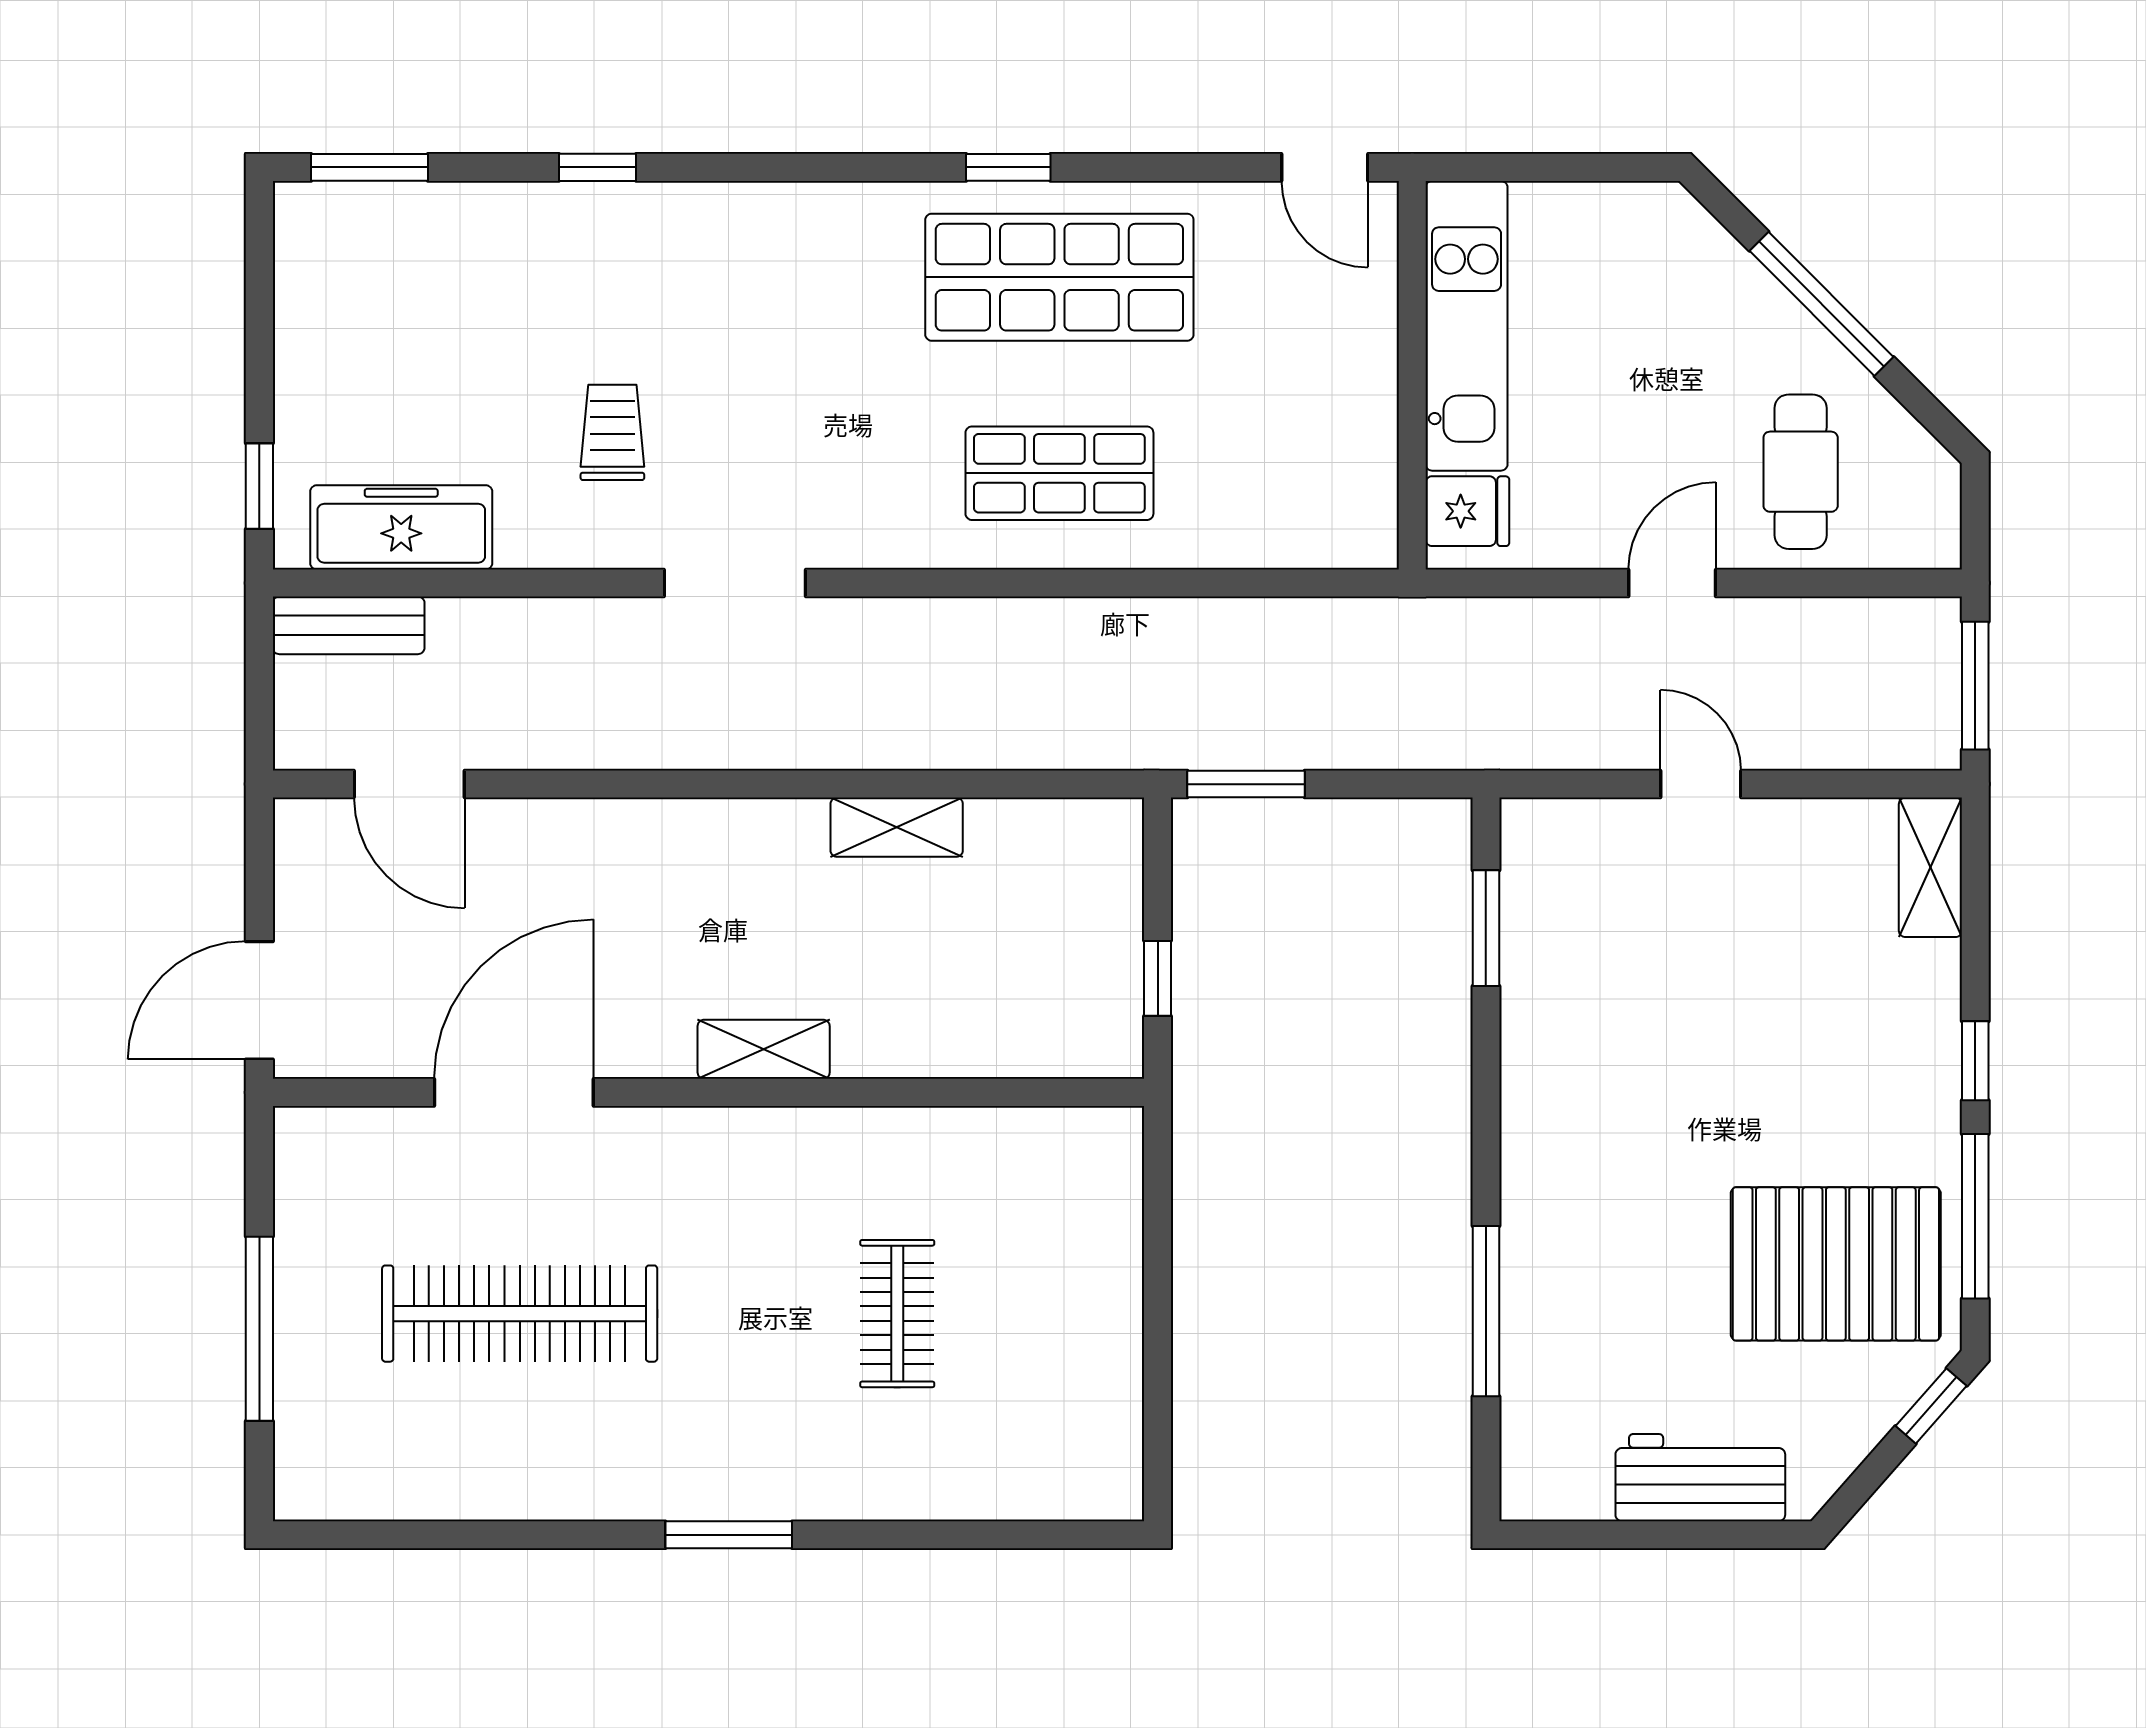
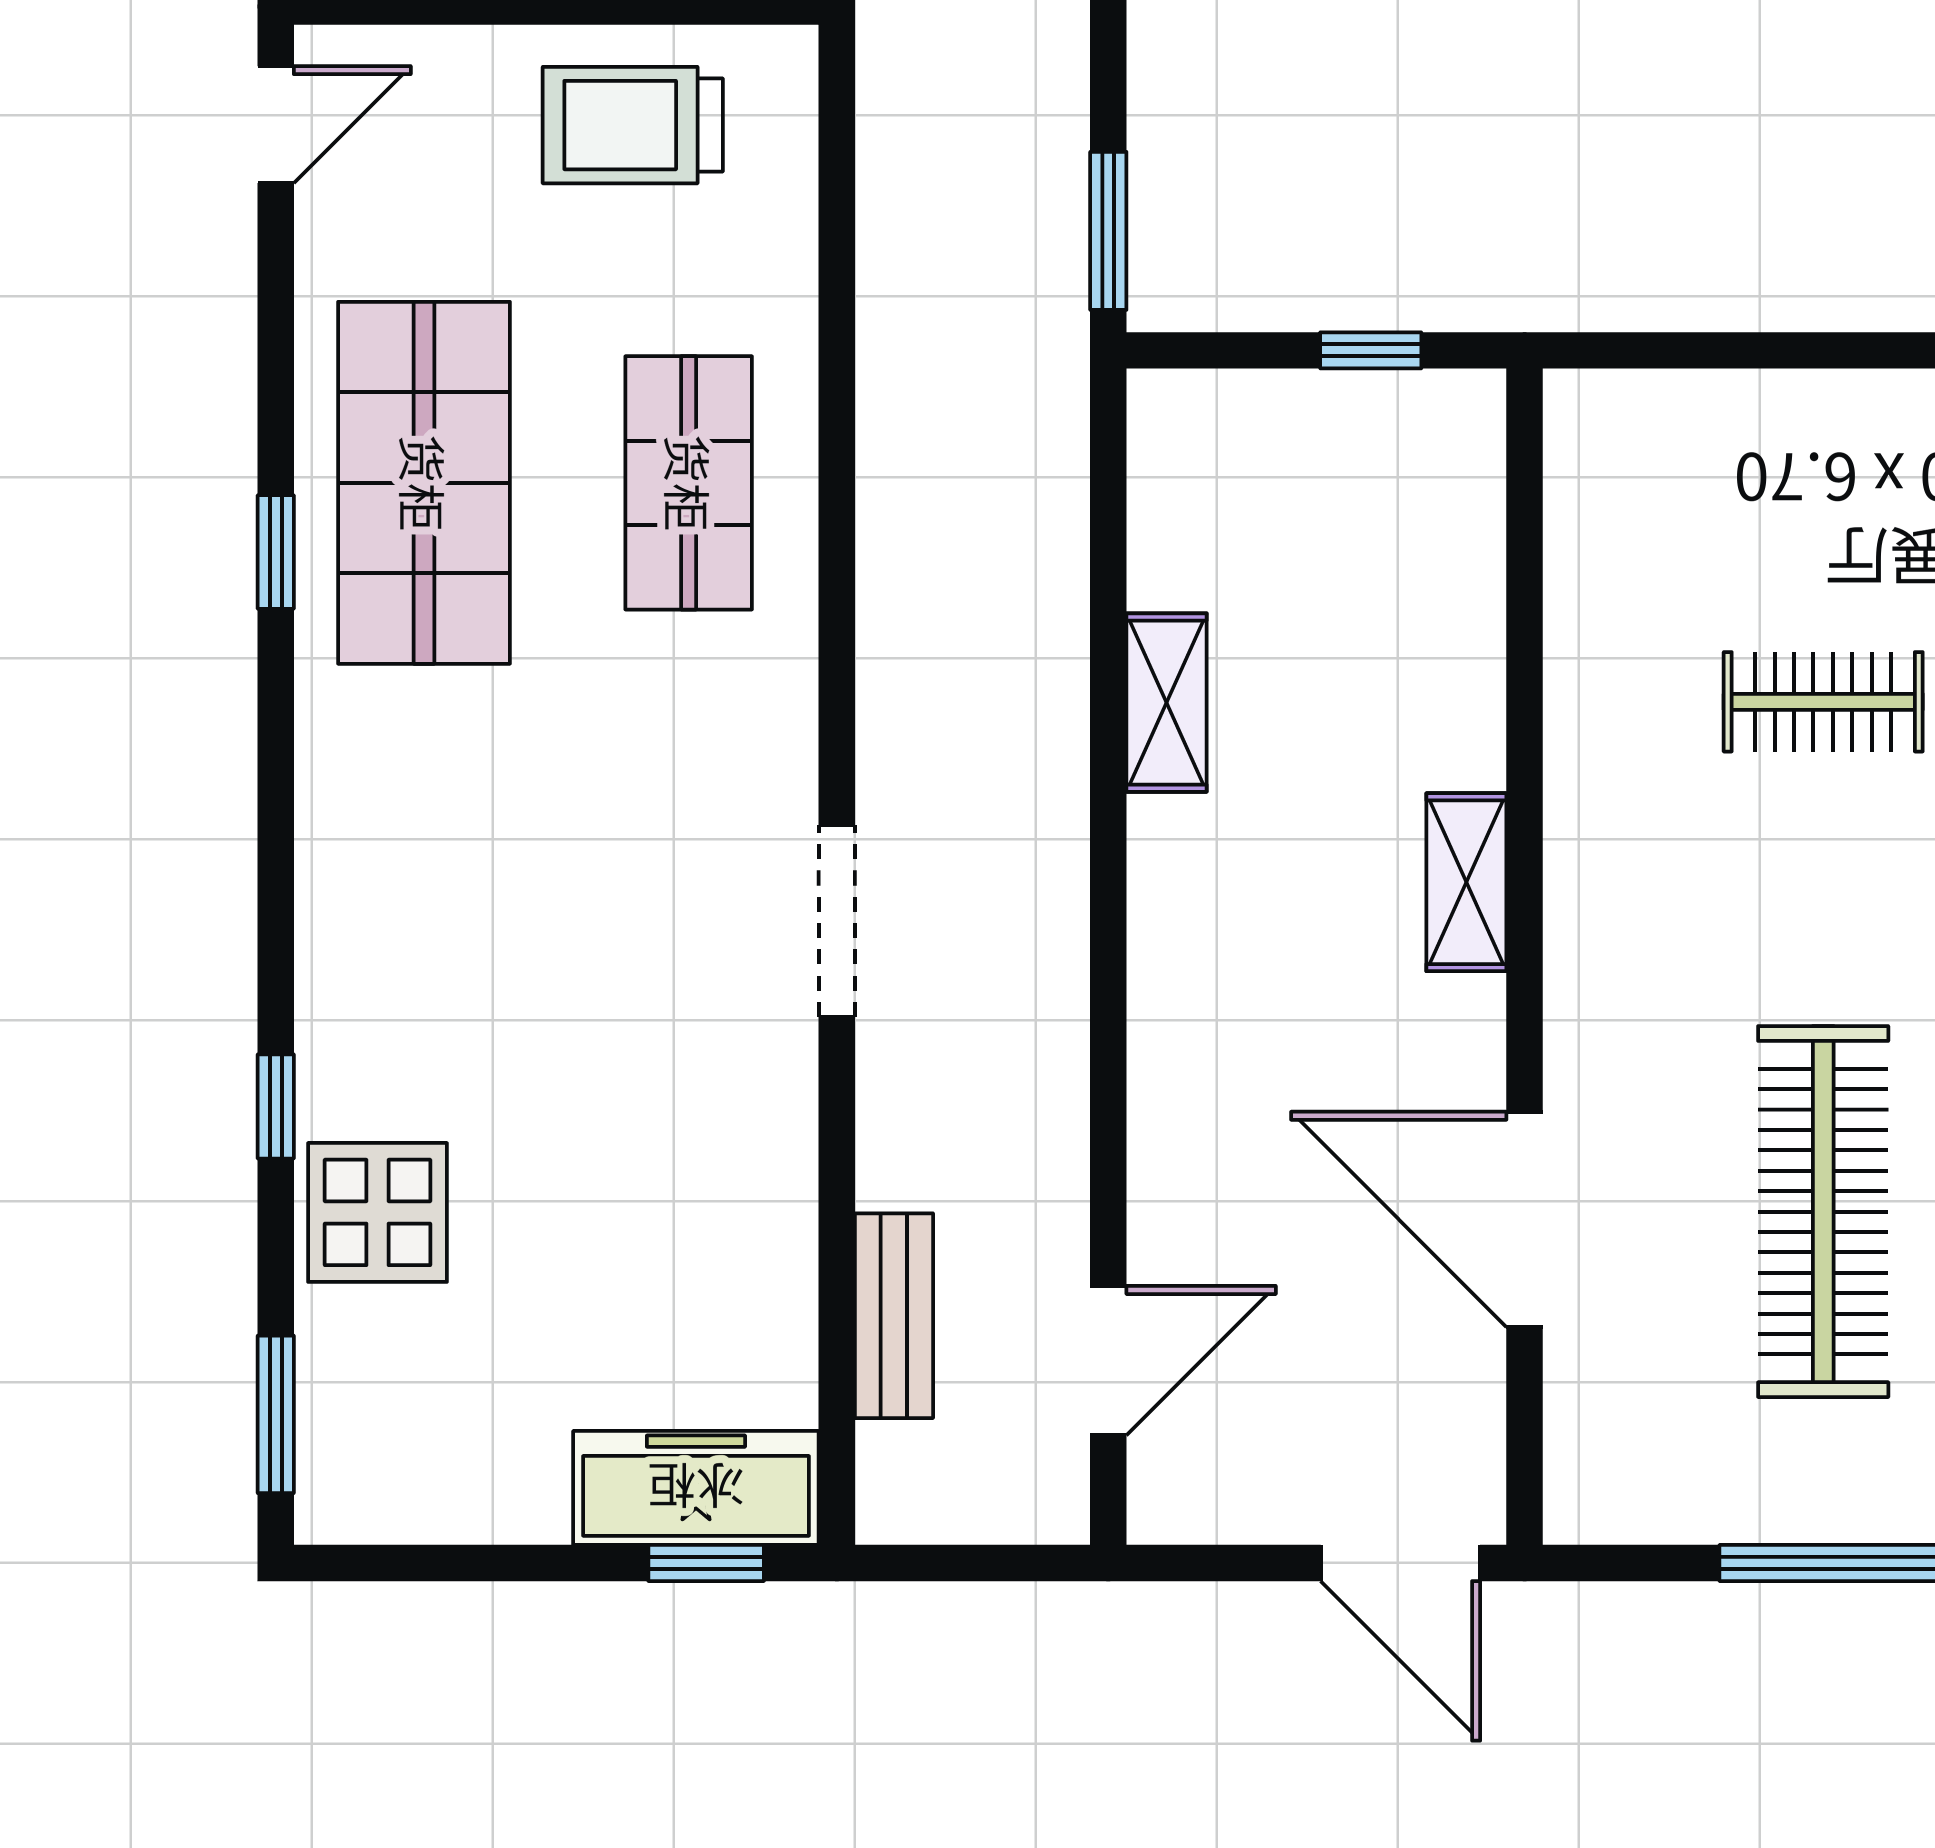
display table: (519, 243) -> (378, 1212), added
trolley: (612, 432) -> (633, 125), moved, width x1.36, depth x1.39
freezer: (401, 527) -> (696, 1488), moved, turned 90
bench: (349, 625) -> (894, 1316), moved

